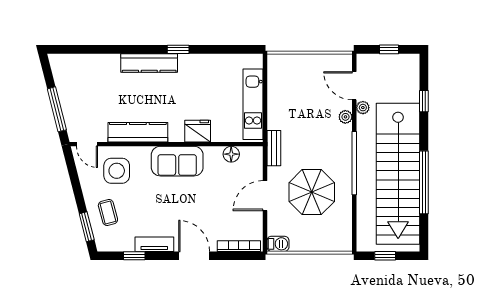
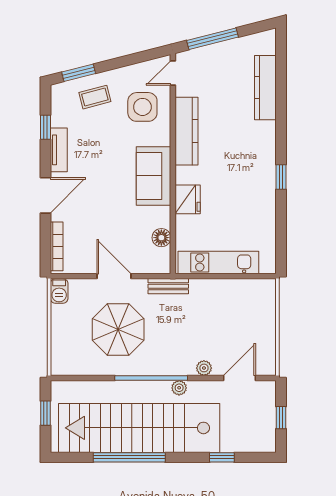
kitchen counter: (149, 63) -> (265, 88), moved
plant: (363, 108) -> (179, 388), moved

